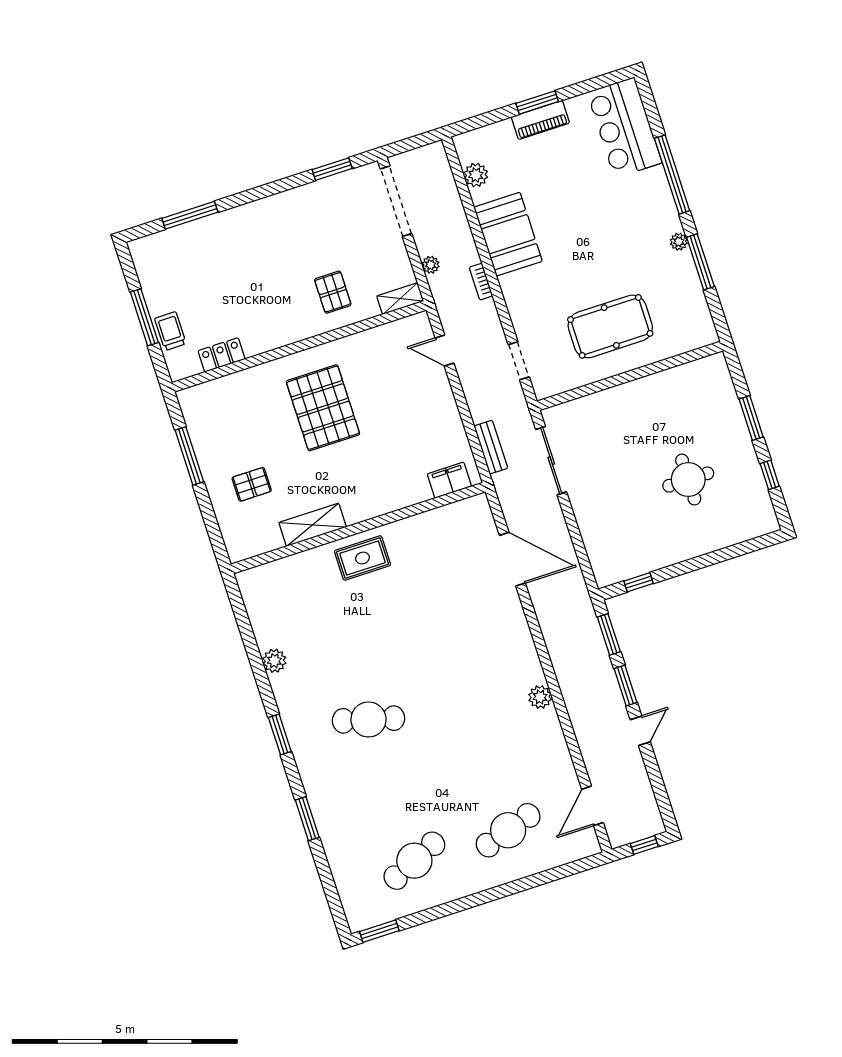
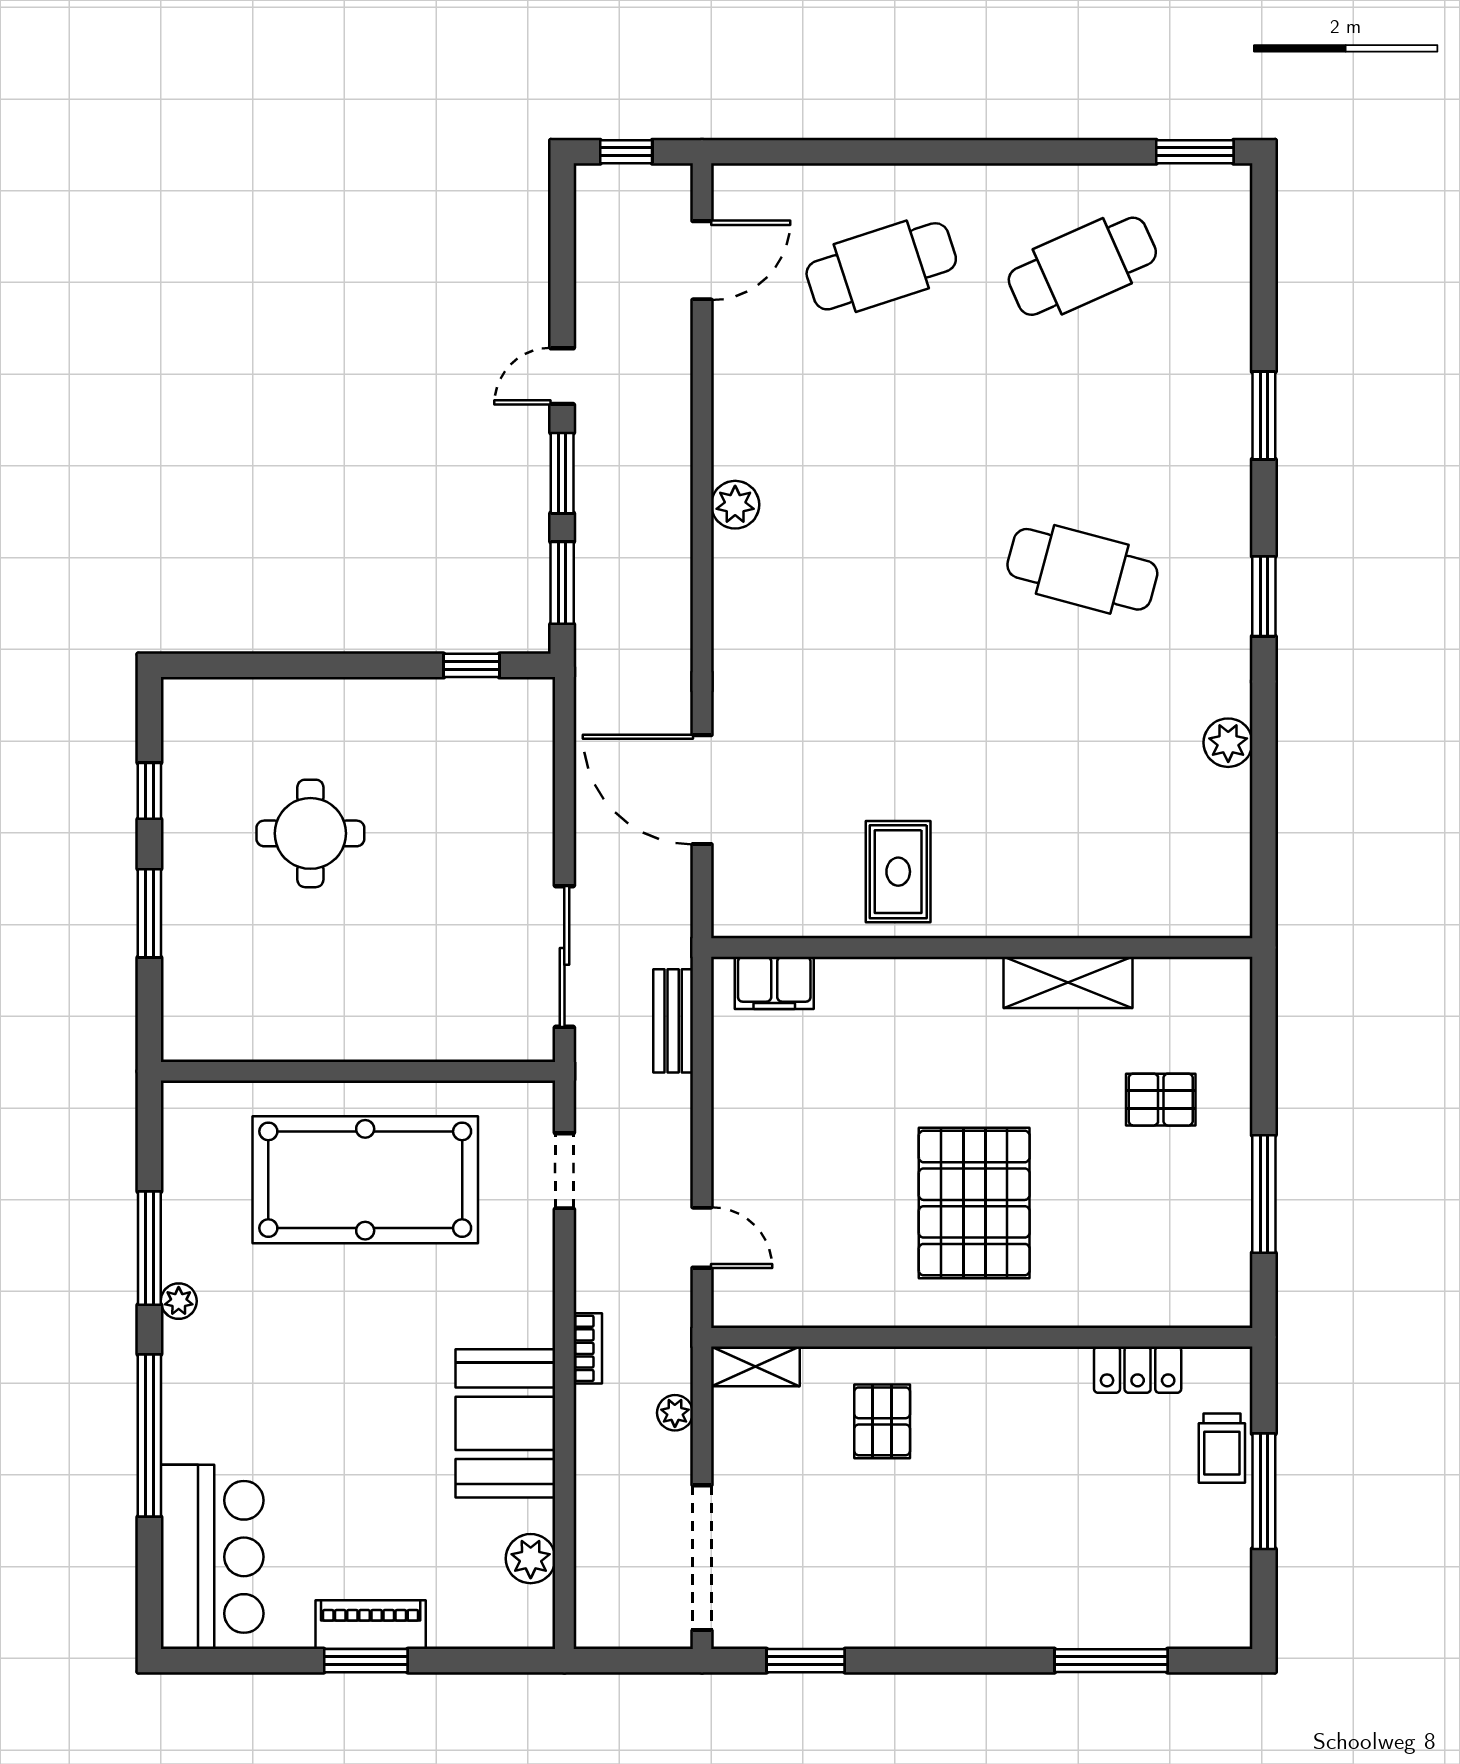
pool table: (610, 326) -> (365, 1180), width x1.36, depth x1.32
rug: (362, 558) -> (898, 872), moved, turned 90

